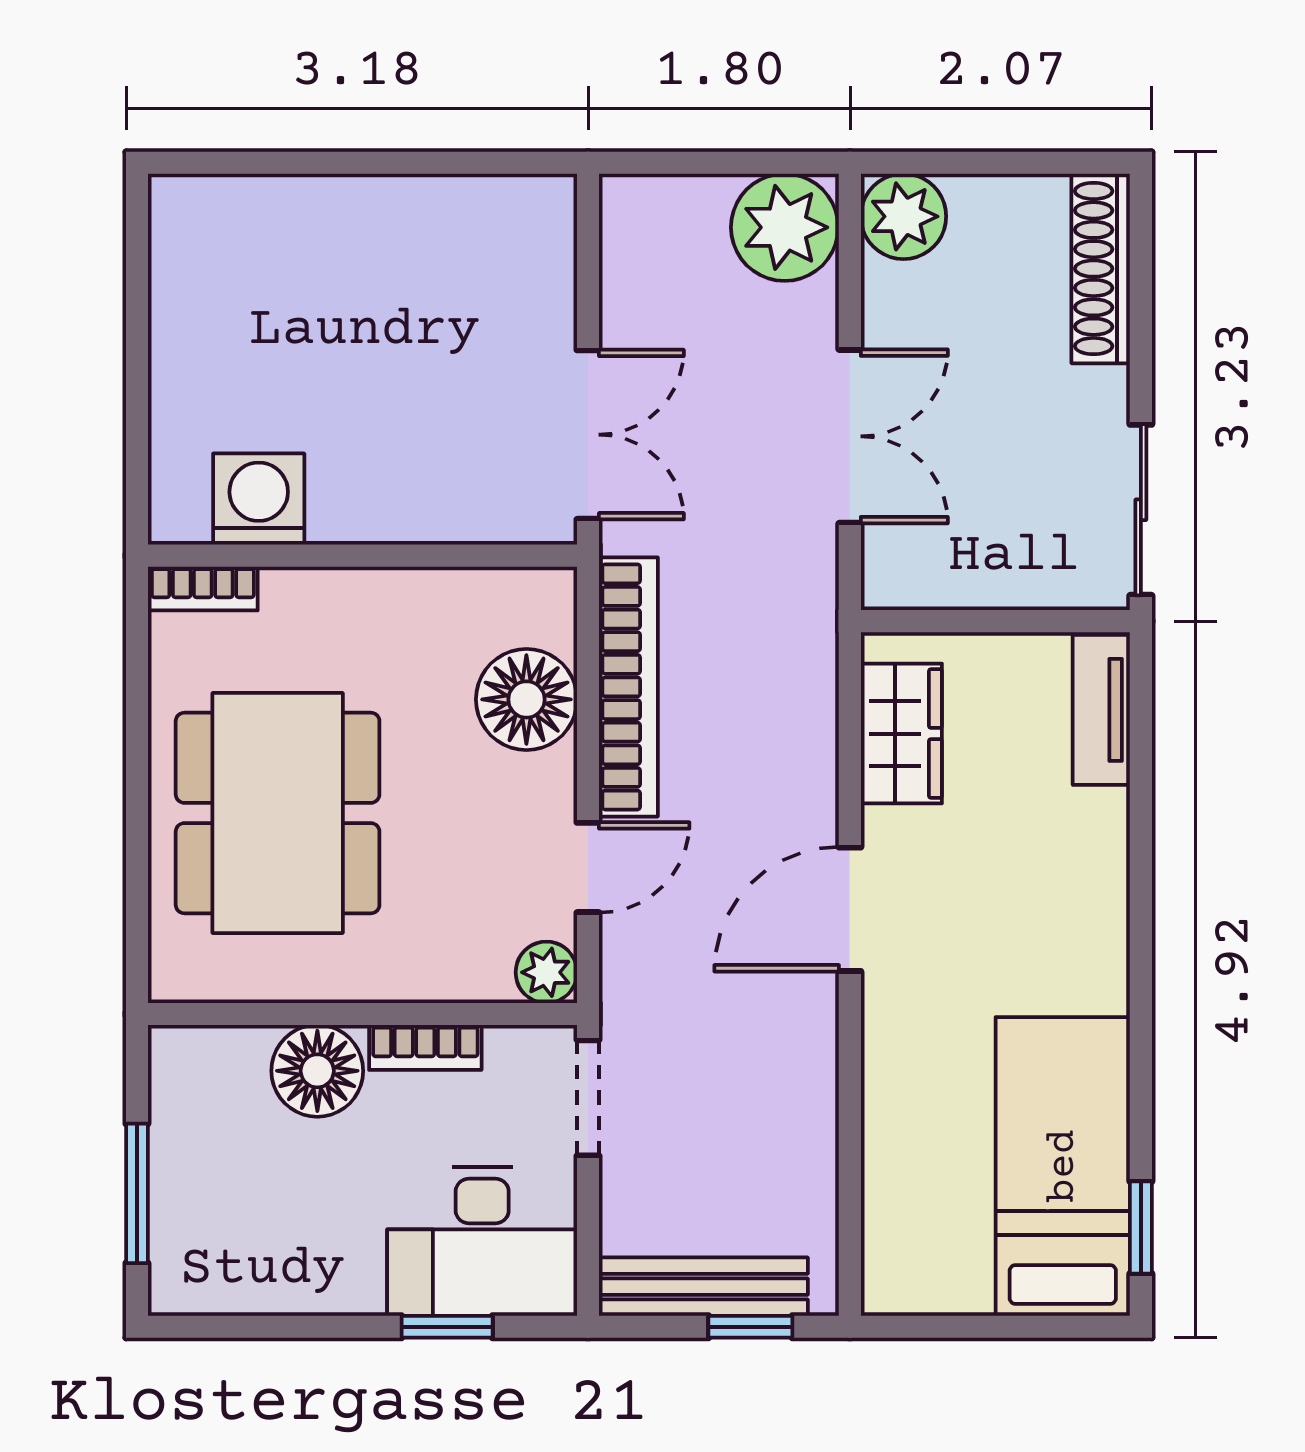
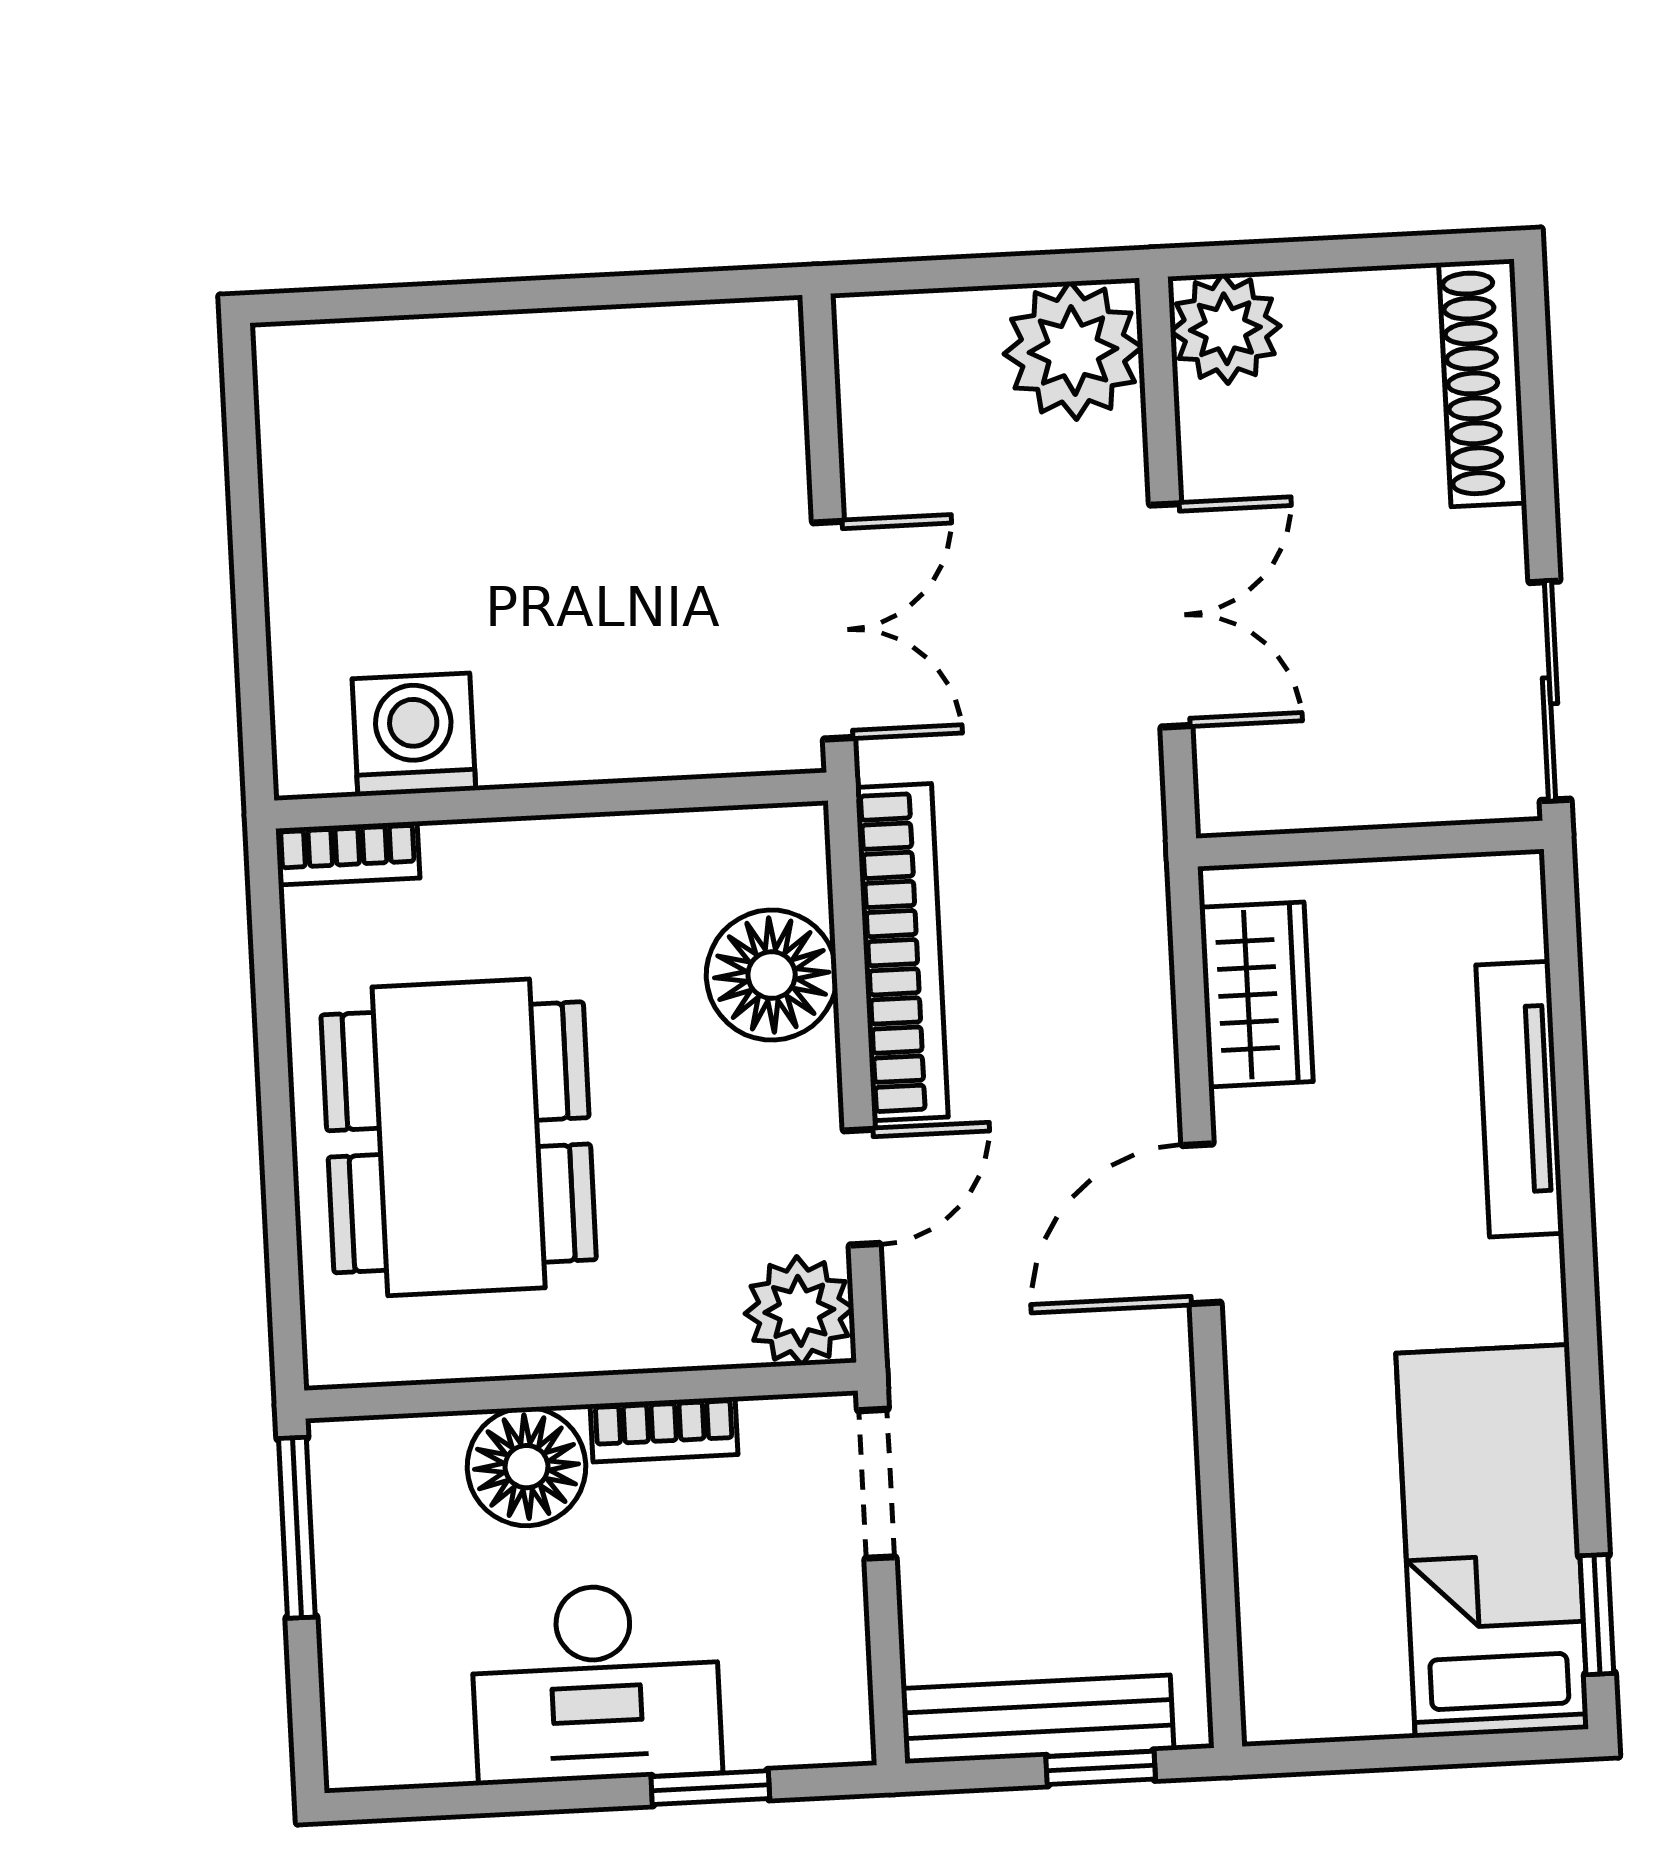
tv unit: (1101, 710) -> (1520, 1099), moved, width x1.41
plant: (546, 972) -> (799, 1311), width x1.38, depth x1.38
window: (137, 1193) -> (297, 1528), moved
desk: (482, 1241) -> (596, 1683), moved

